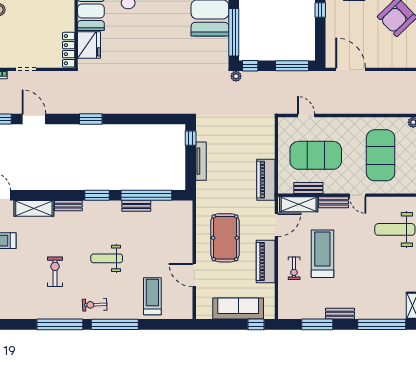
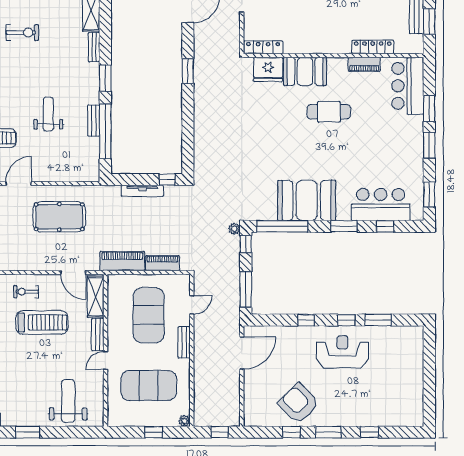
bench: (308, 188) -> (184, 342), moved
weight bench: (107, 258) -> (48, 114), moved
piano: (266, 262) -> (163, 263), moved, width x0.73, depth x0.75

